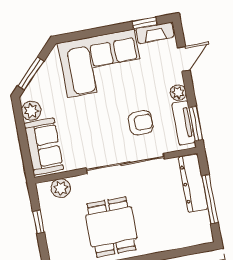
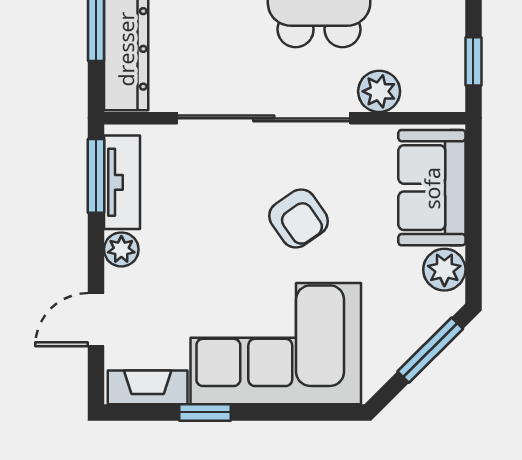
window: (145, 23) -> (205, 412), moved
armchair: (141, 123) -> (298, 219), moved, turned -125
plant: (61, 188) -> (379, 91), moved
window: (39, 222) -> (473, 61), moved

